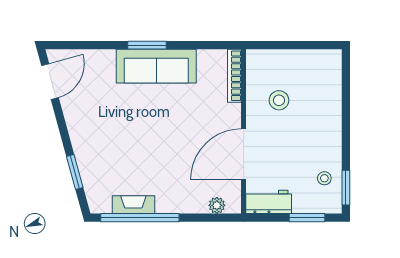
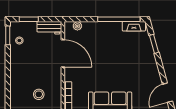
stool: (279, 100) -> (39, 94), moved
door: (244, 154) -> (63, 53), hinge flipped
fireplace: (133, 205) -> (134, 26), moved

